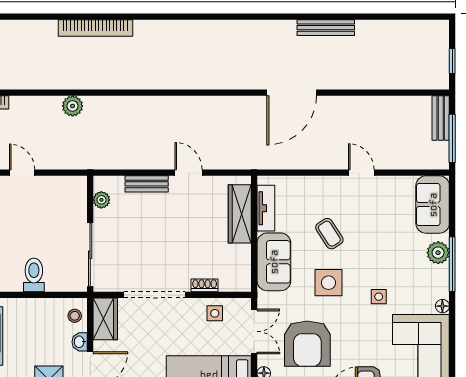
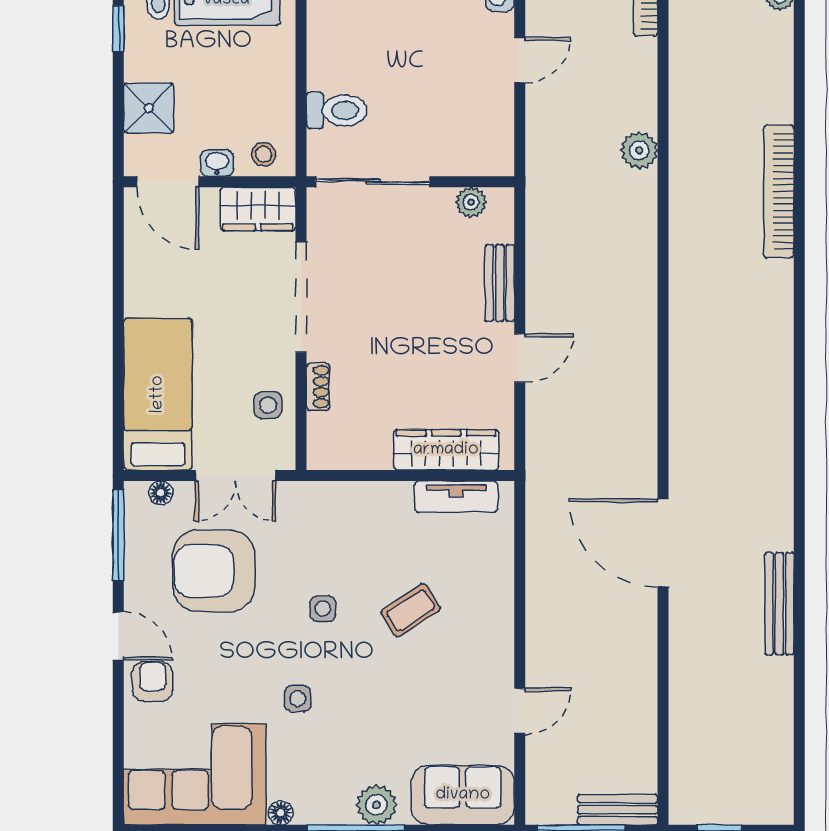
door: (361, 173) -> (520, 711), moved
sofa: (274, 262) -> (360, 511), removed
toilet: (34, 275) -> (337, 110), moved
side table: (328, 283) -> (323, 609), width x0.54, depth x0.54

